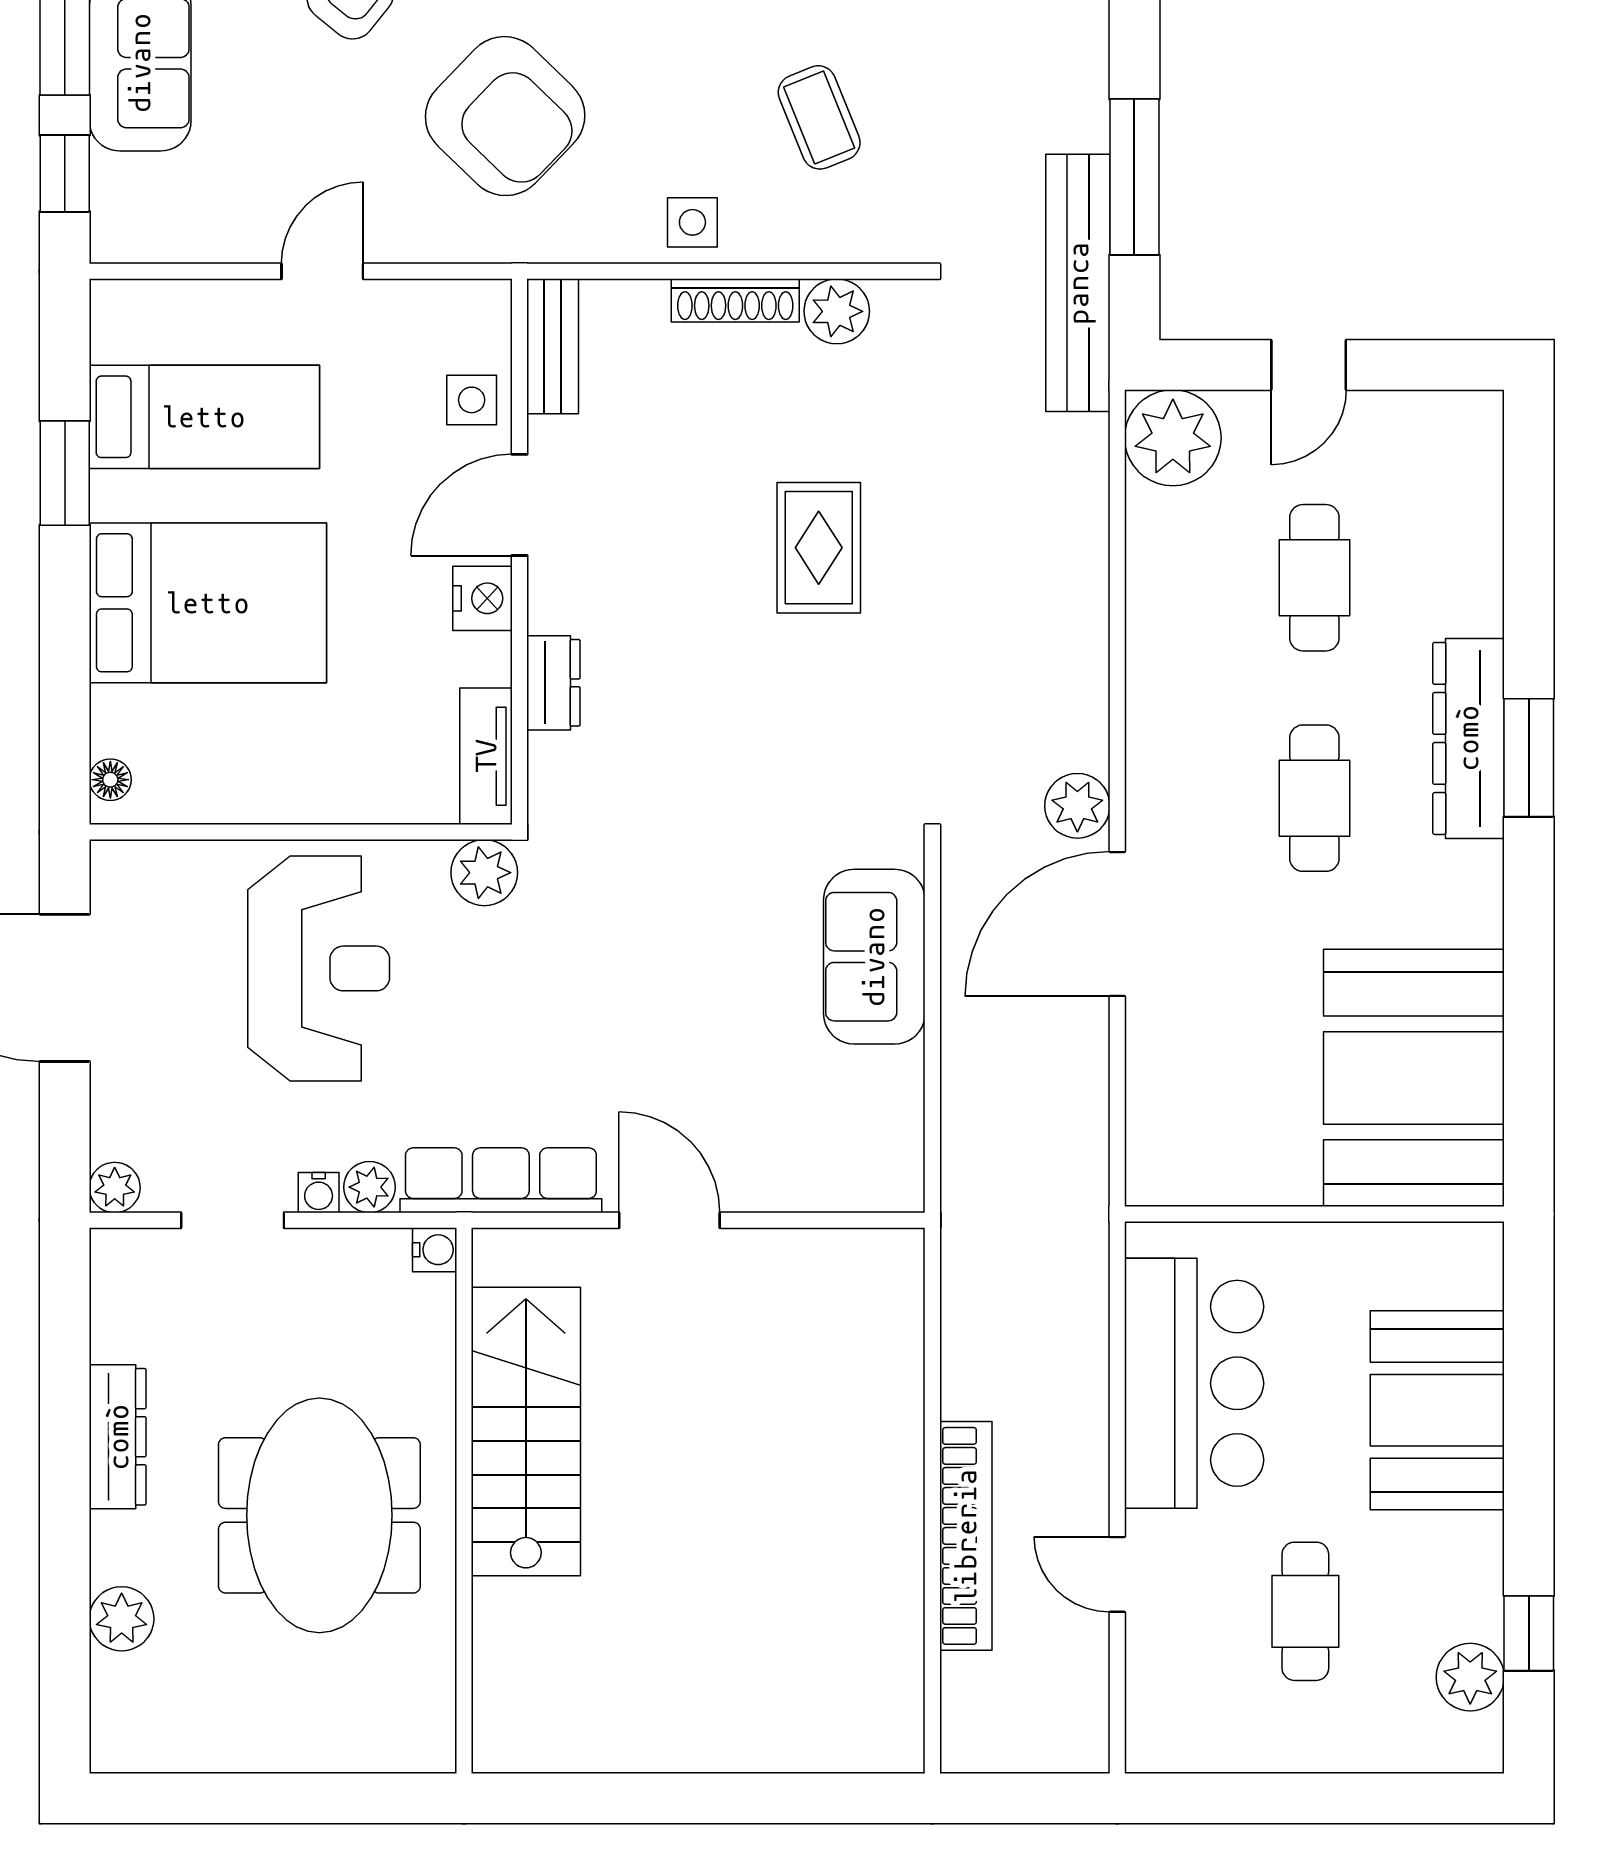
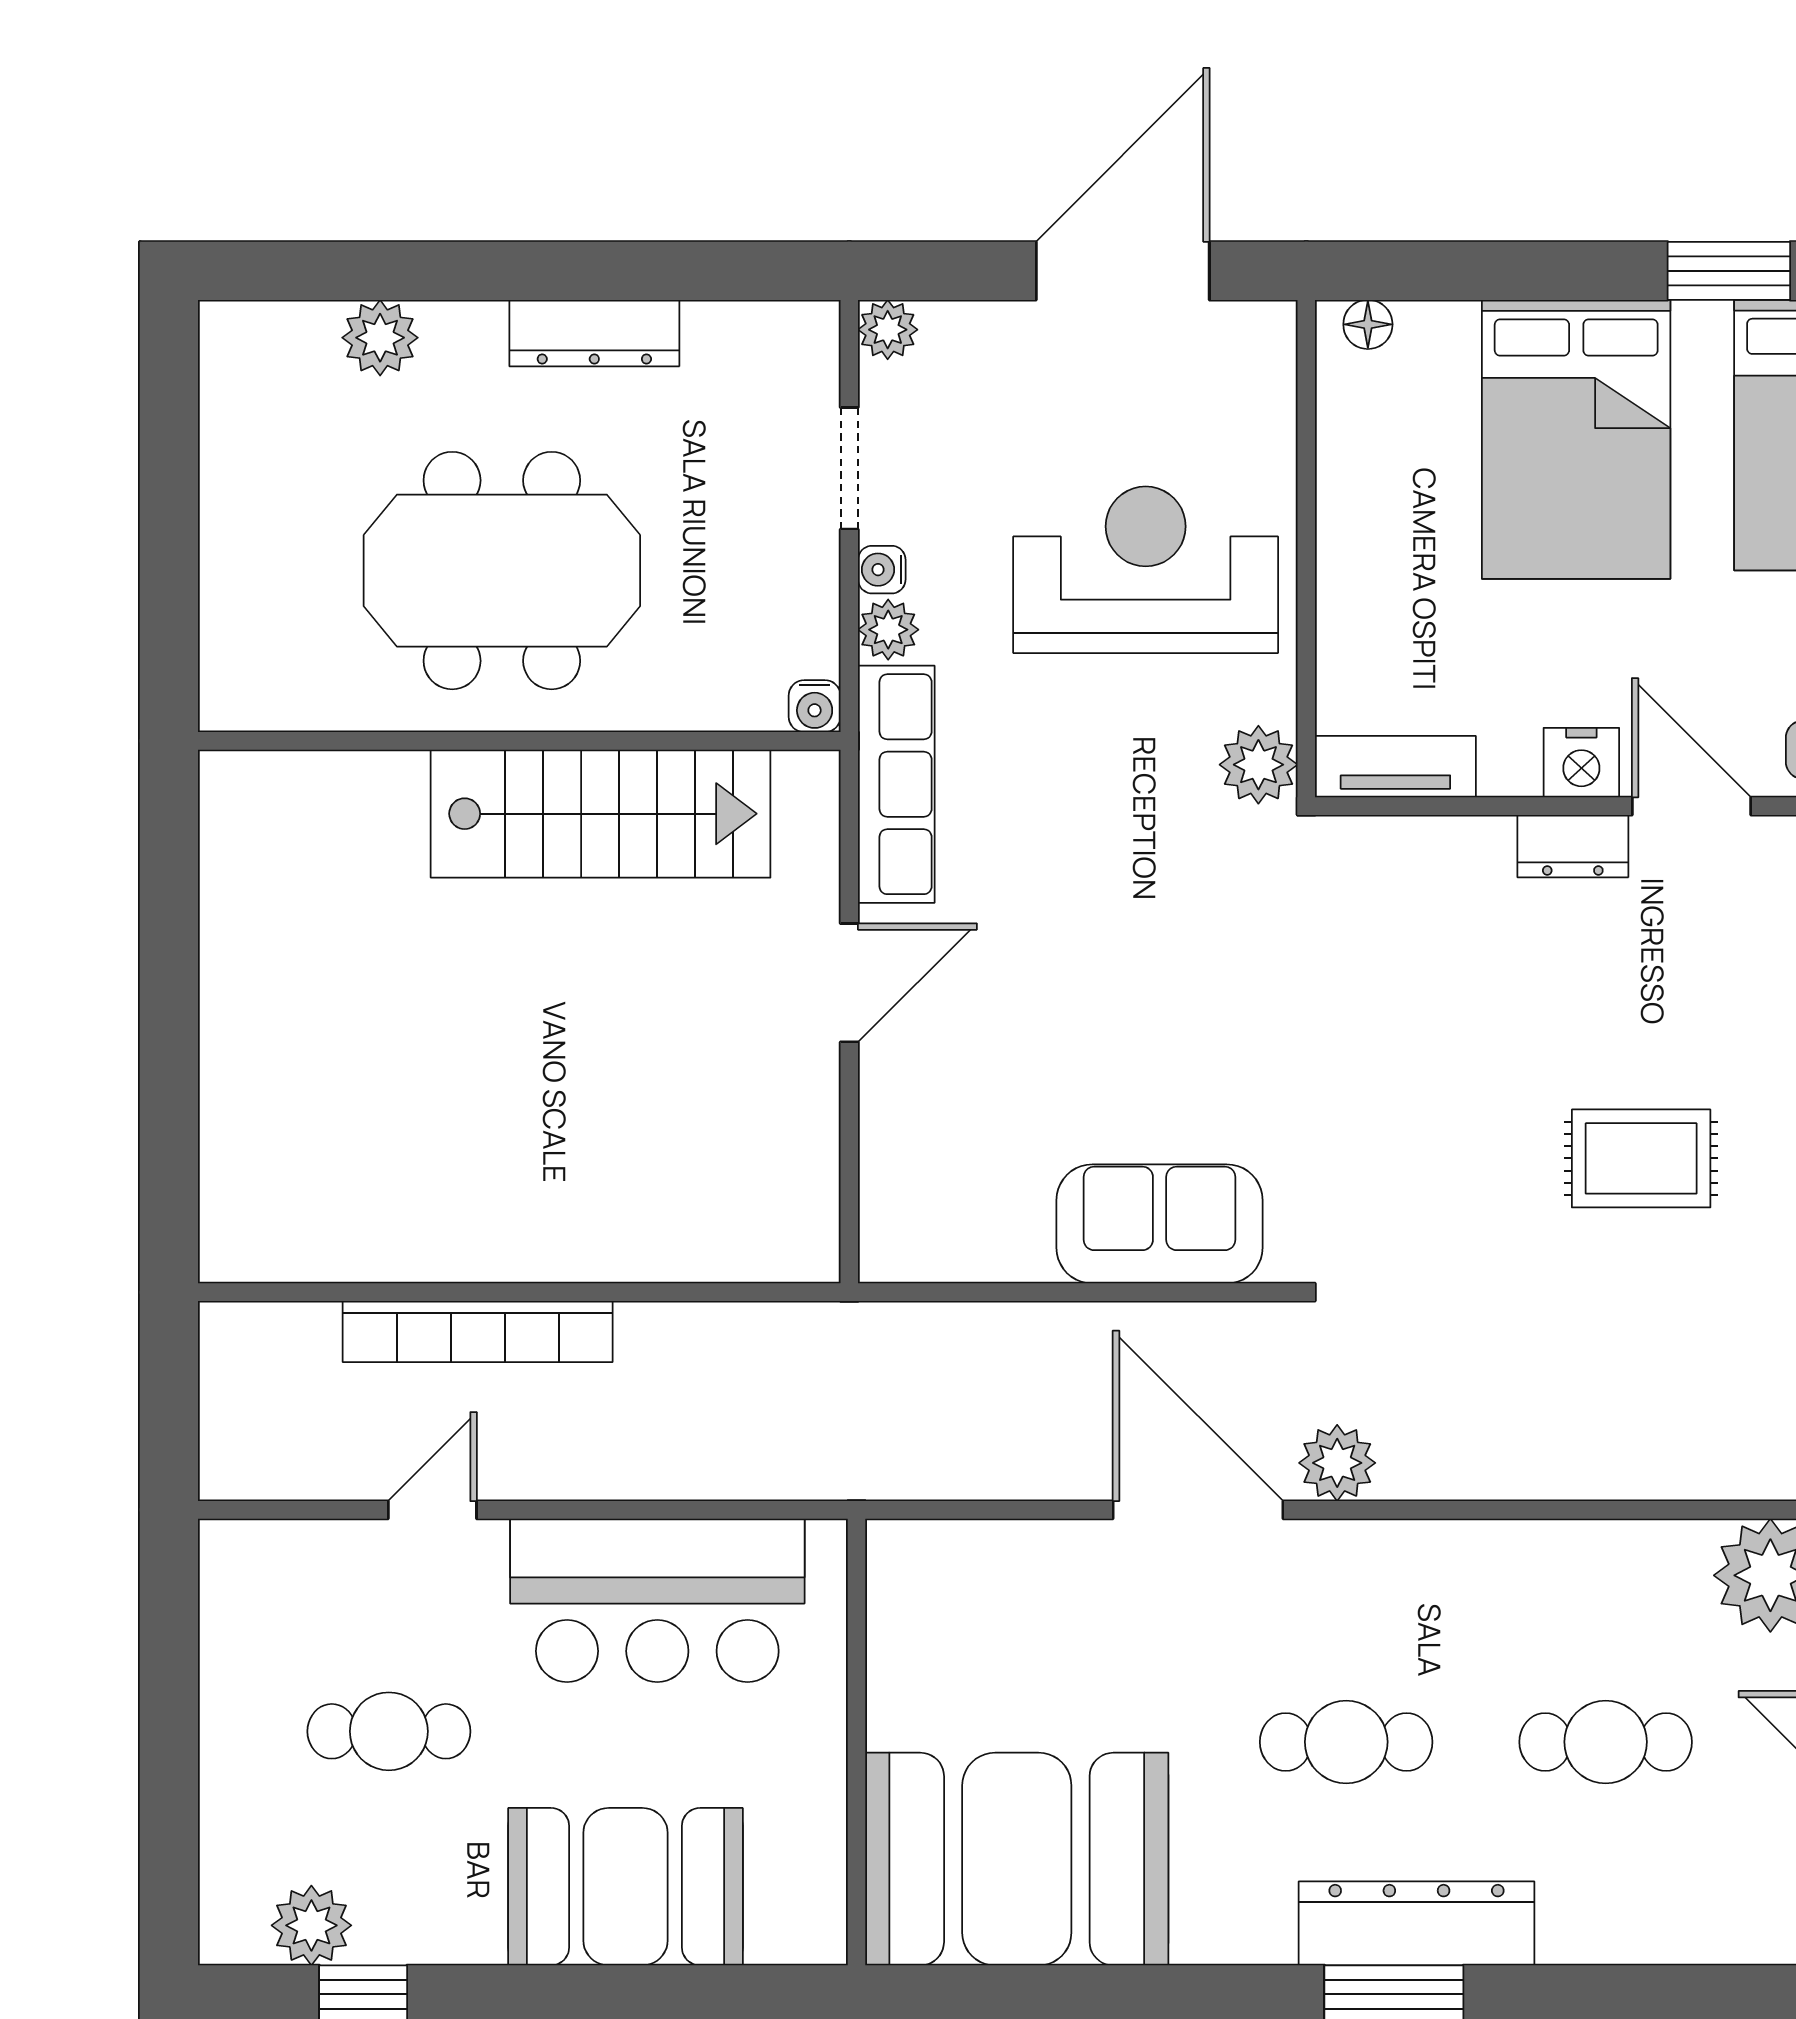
dresser: (553, 683) -> (1573, 846), moved
reception desk: (319, 968) -> (1146, 570), turned 180

